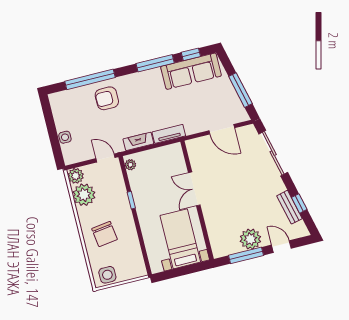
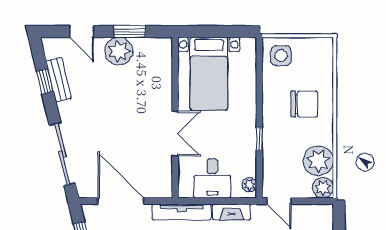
door: (222, 129) -> (121, 201), width x1.36
tv unit: (169, 134) -> (182, 212), width x1.41
desk: (159, 162) -> (212, 178), added
chair: (105, 234) -> (304, 104), turned 98
window: (246, 255) -> (130, 32), width x0.69
side table: (107, 275) -> (281, 56), moved

